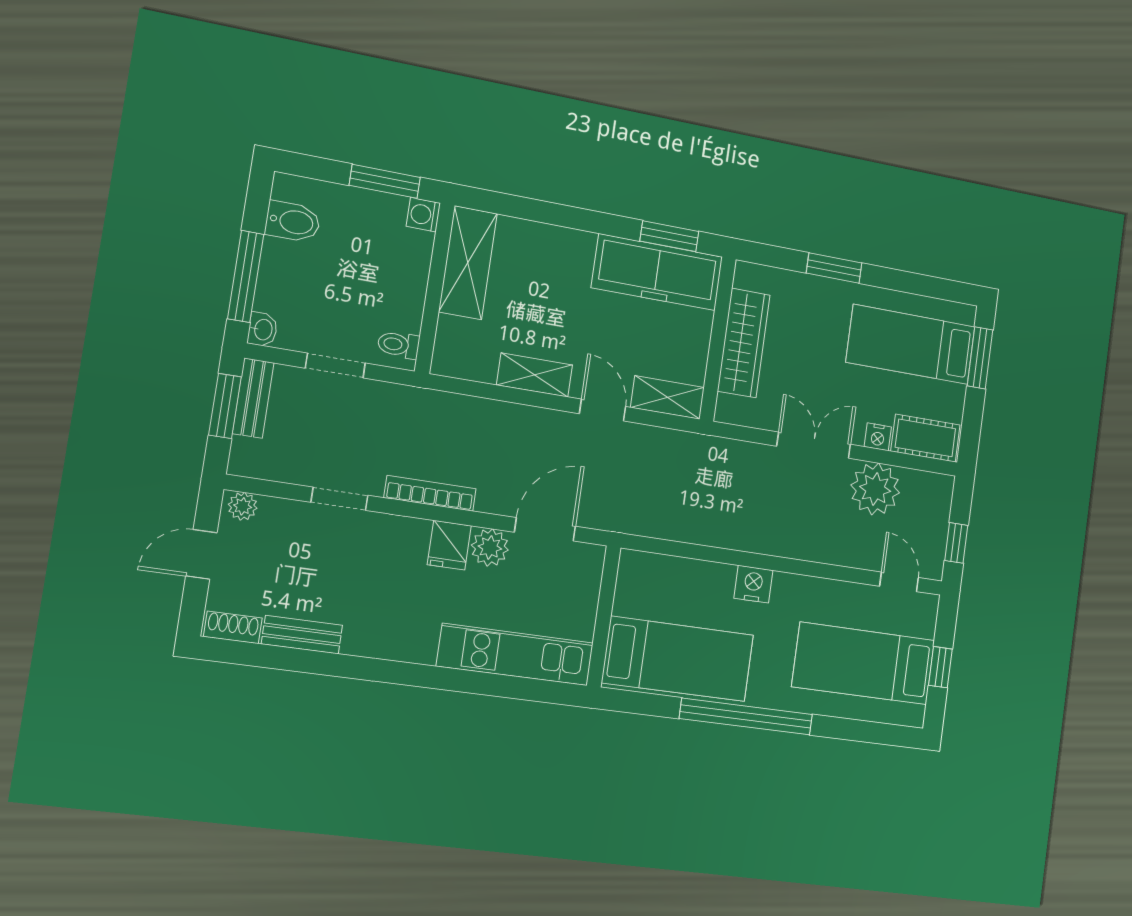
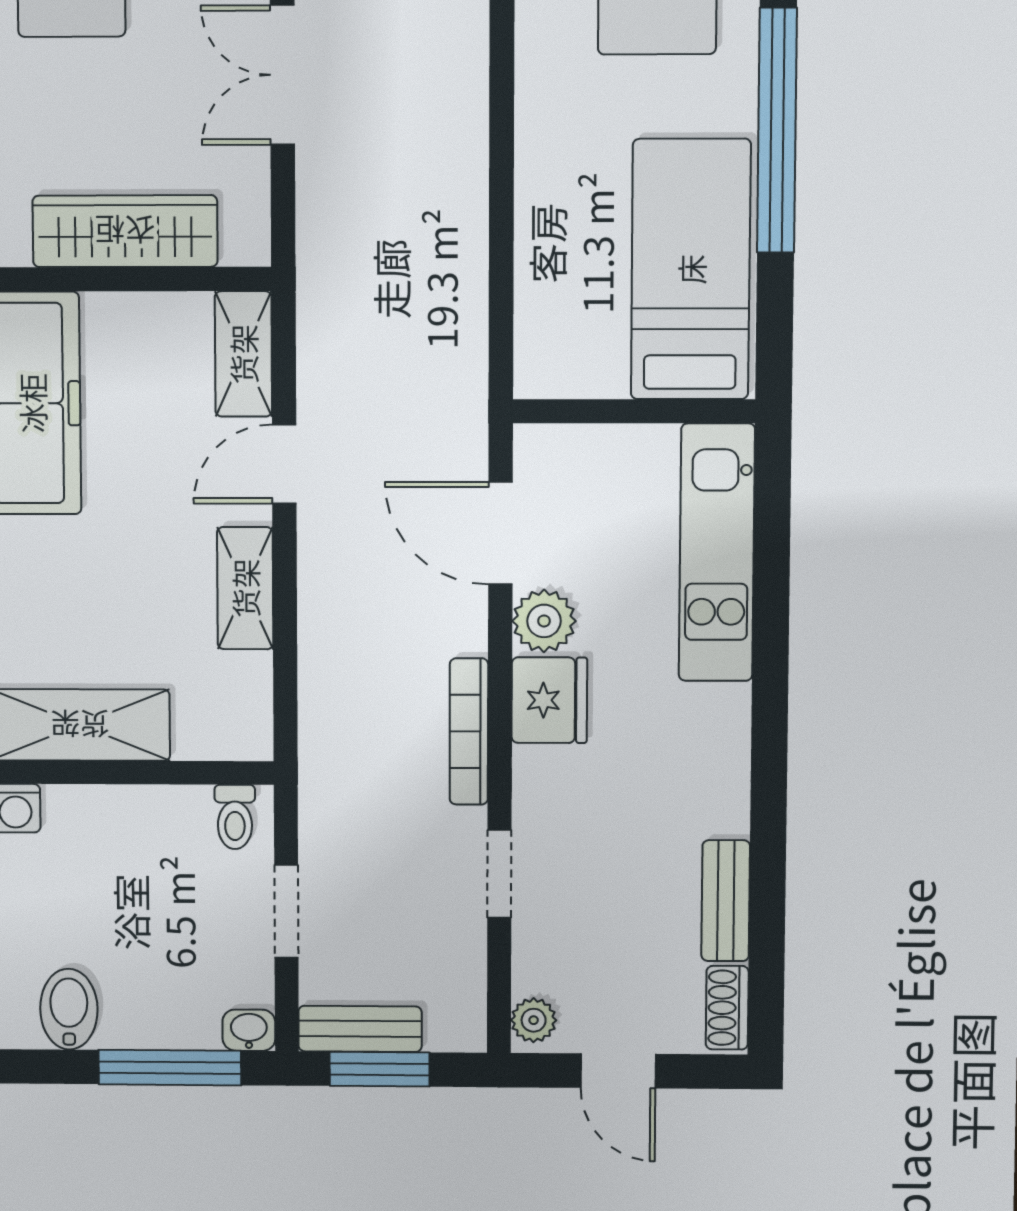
fridge: (449, 545) -> (549, 700), width x1.38
nightstand: (753, 584) -> (543, 152), removed

